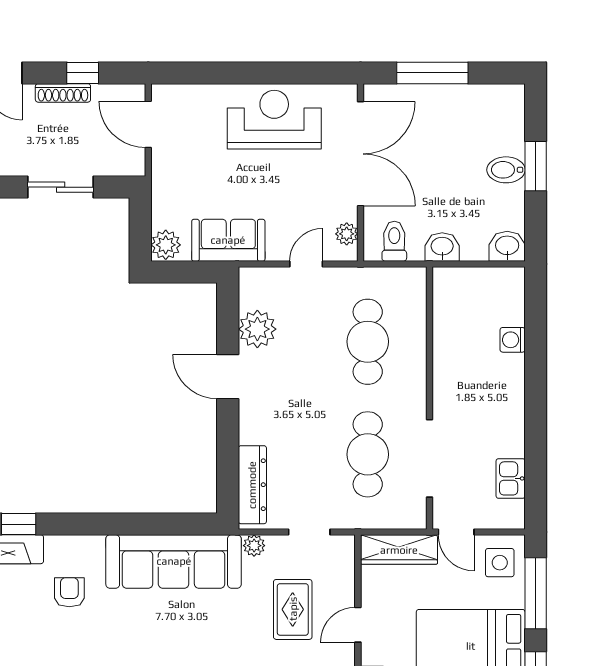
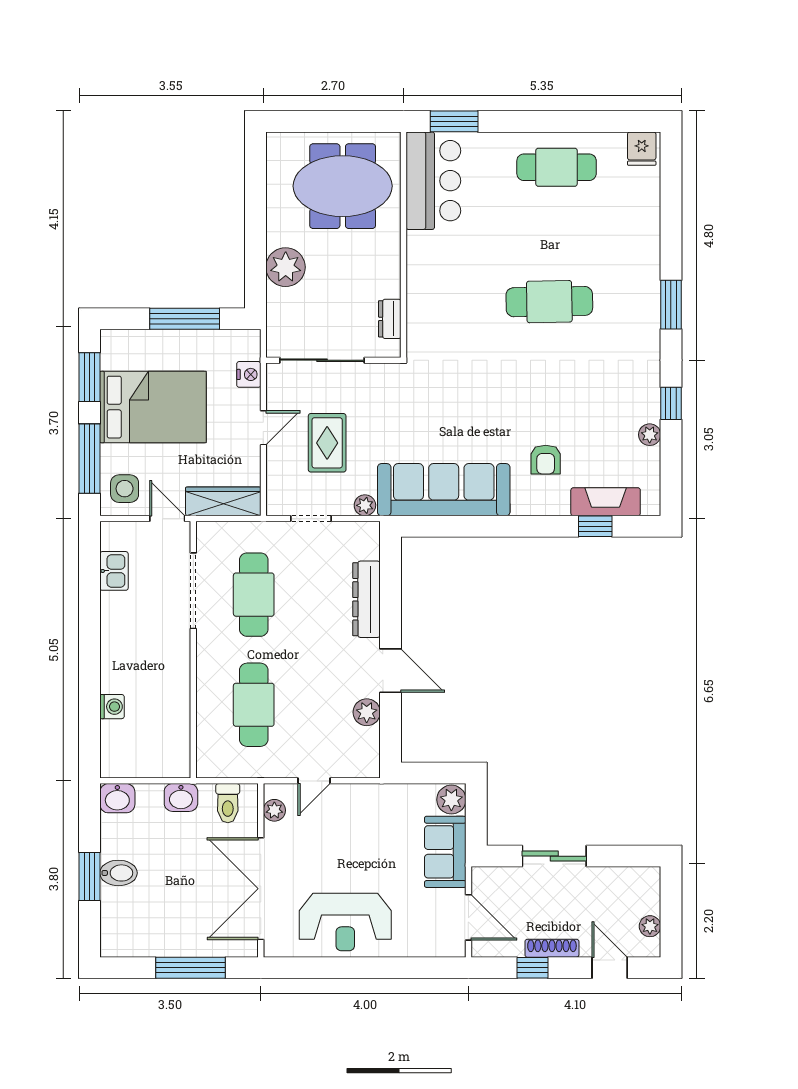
sofa: (228, 240) -> (445, 852), moved, turned 90
plant: (257, 329) -> (367, 712), width x0.73, depth x0.73
dresser: (252, 485) -> (367, 599), moved

